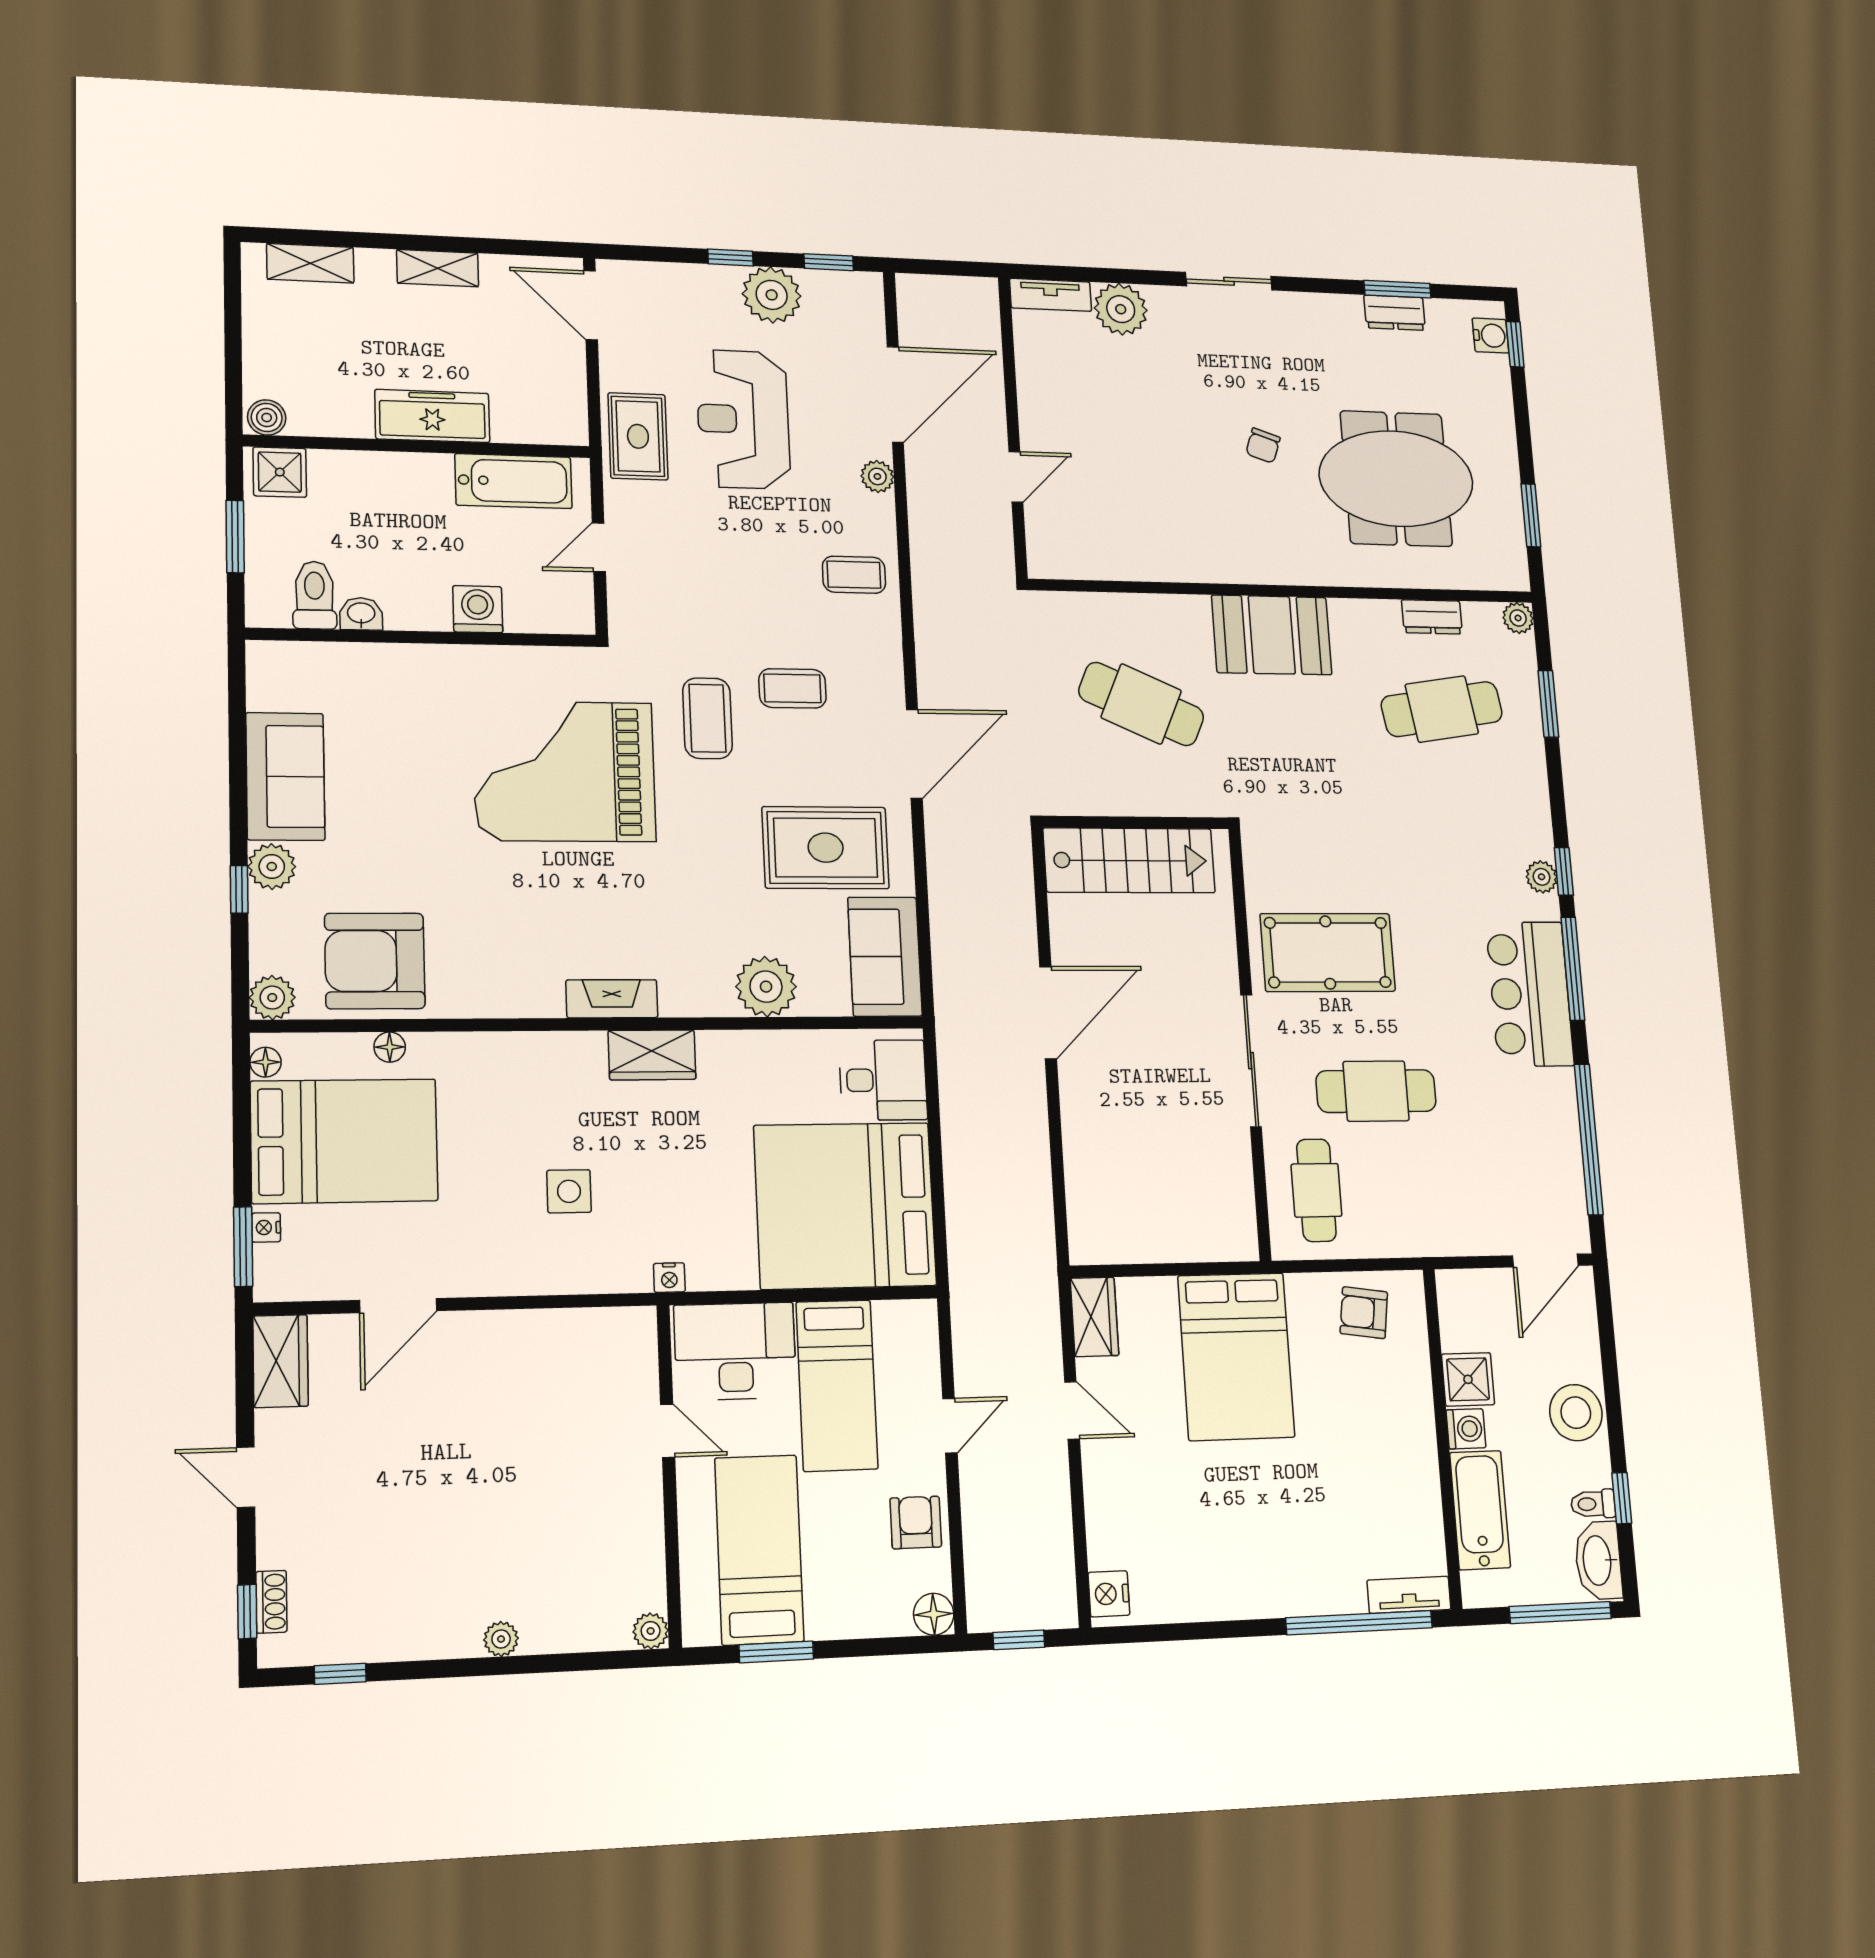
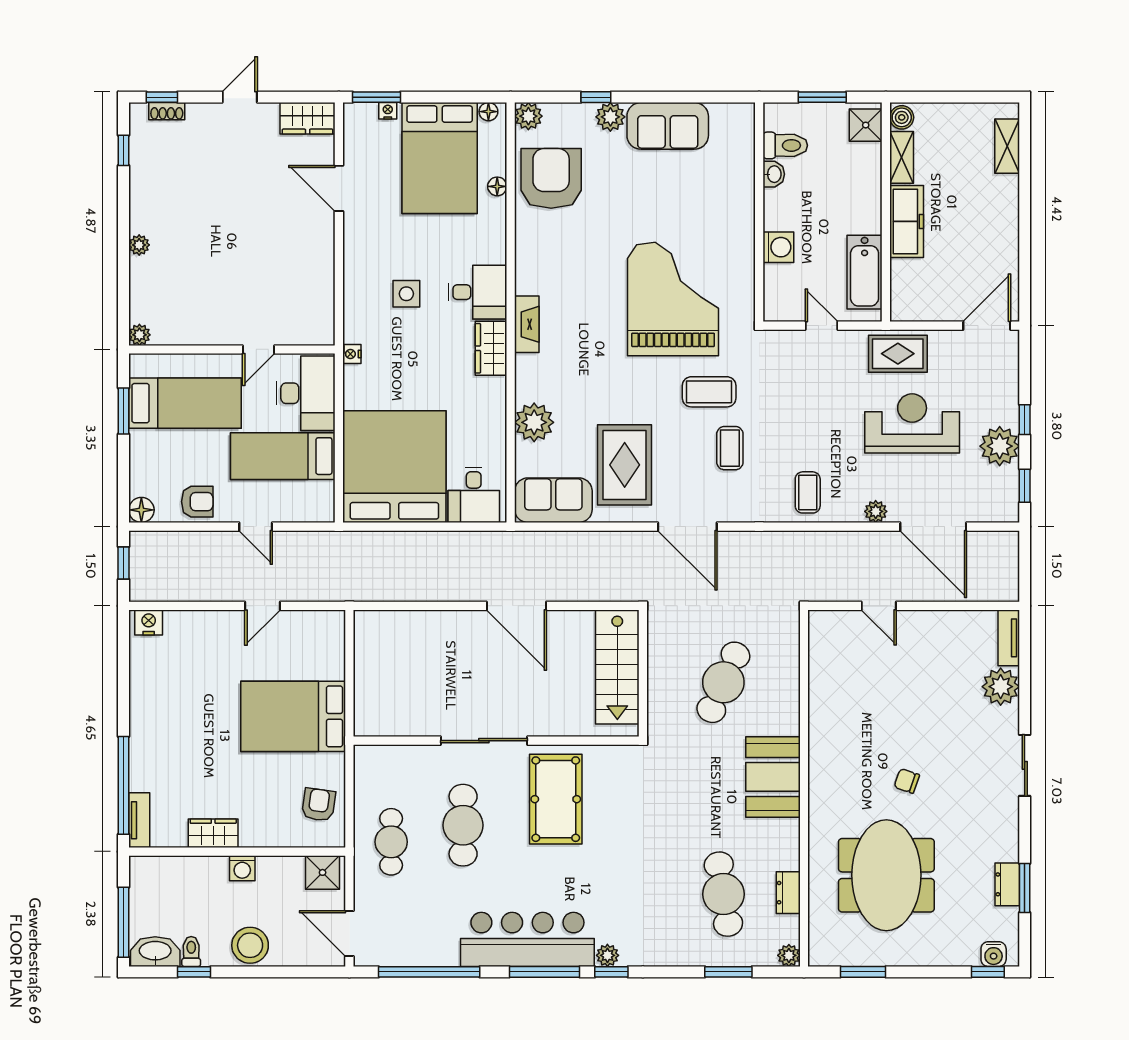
shelving: (438, 268) -> (902, 157), moved
bar counter: (1530, 994) -> (527, 939), width x1.36
desk: (563, 1077) -> (478, 292), added
cafe table: (1316, 1190) -> (391, 842), moved, turned 90
wardrobe: (1094, 1317) -> (213, 833), moved, turned 180
shower: (1468, 1379) -> (323, 872), moved
bathtub: (1480, 1510) -> (190, 873), removed

